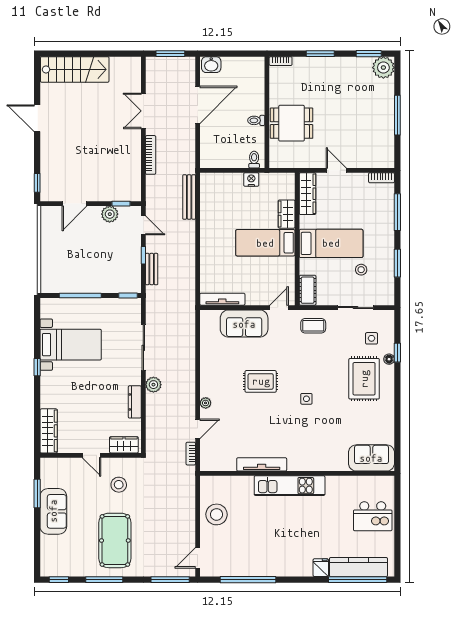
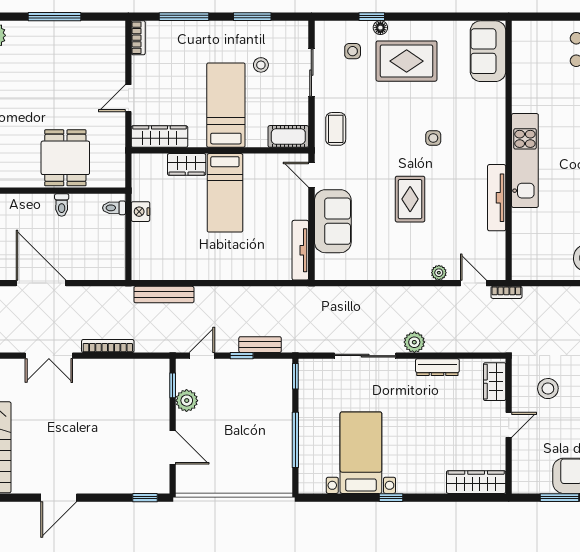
sofa: (371, 458) -> (488, 51), moved
tv unit: (262, 464) -> (497, 198), moved
wall: (297, 473) -> (509, 150), moved
kitchen unit: (290, 486) -> (525, 161), moved

